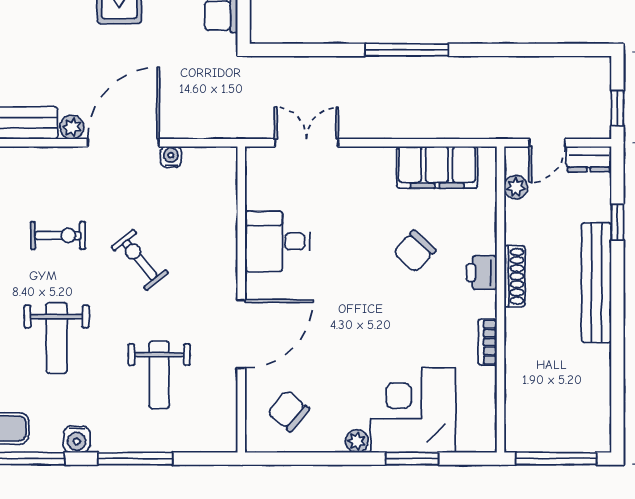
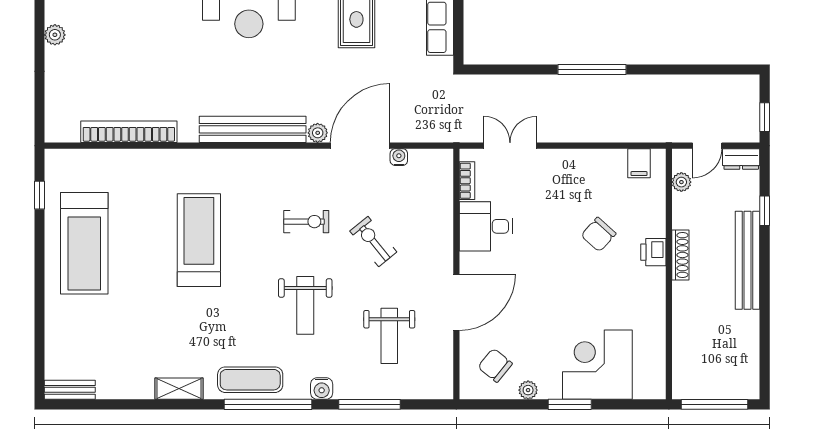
filing cabinet: (437, 167) -> (639, 163), width x0.33, depth x0.86
bookcase: (488, 342) -> (467, 181), moved, turned 180
plant: (357, 441) -> (528, 390), moved
window: (412, 459) -> (570, 404), moved

